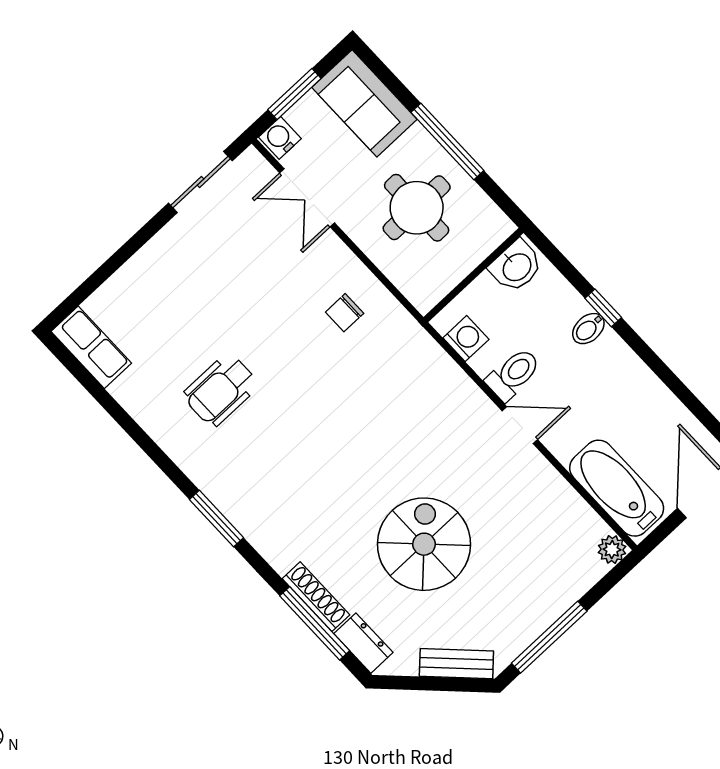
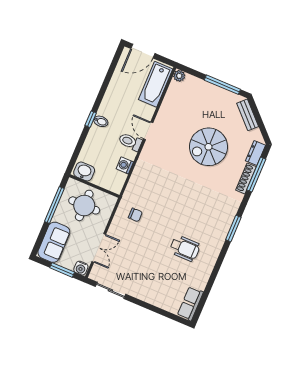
washbasin: (516, 266) -> (84, 171), moved
wall: (473, 275) -> (94, 186), moved

